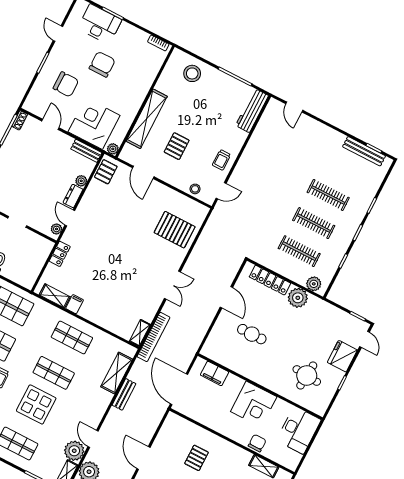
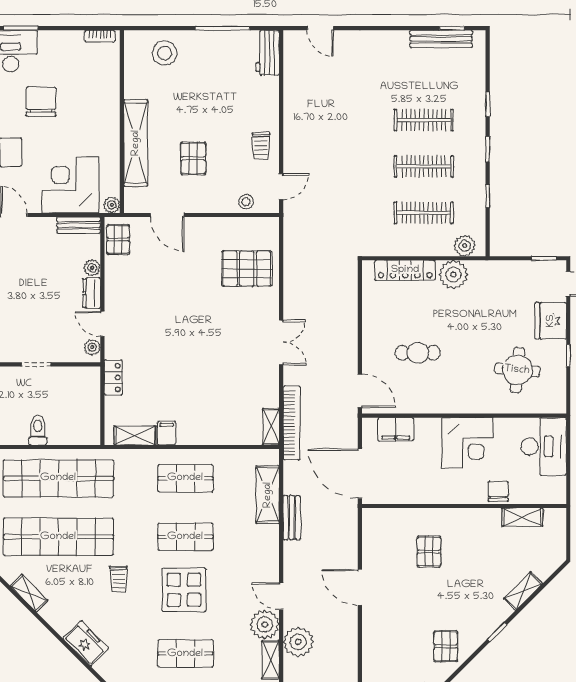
workbench: (252, 111) -> (268, 53), width x0.73
door: (226, 297) -> (360, 391), moved

